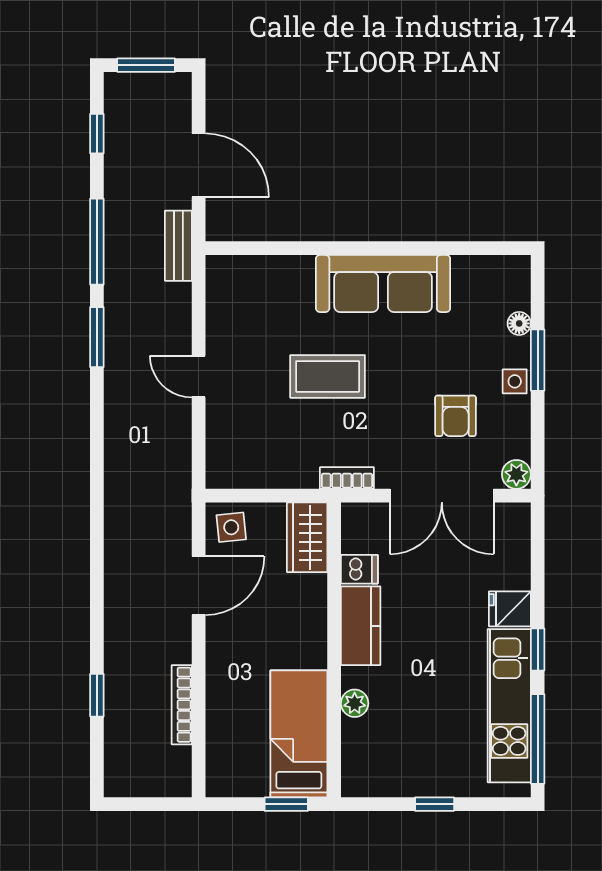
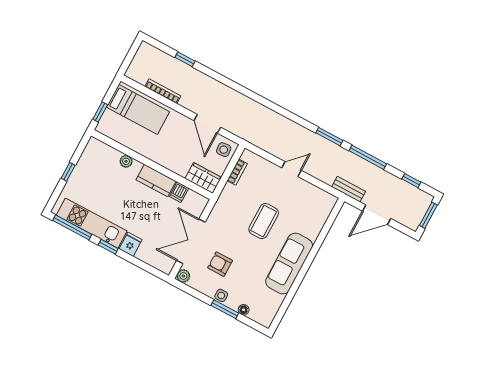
bookcase: (347, 478) -> (237, 172), moved
bed: (299, 734) -> (138, 109), moved

